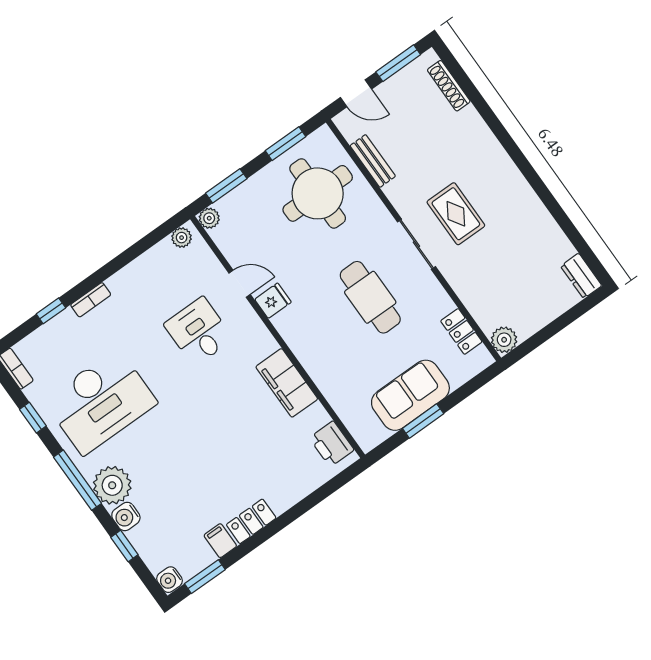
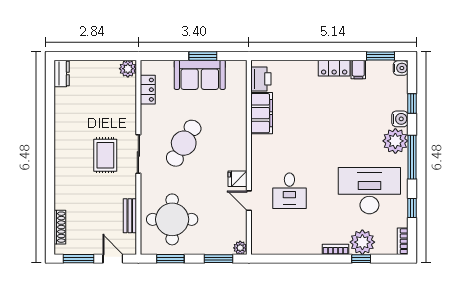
plant: (182, 238) -> (362, 242), moved, width x1.88, depth x1.88
cafe table: (370, 297) -> (184, 143), turned 30
filing cabinet: (287, 383) -> (262, 113), moved

